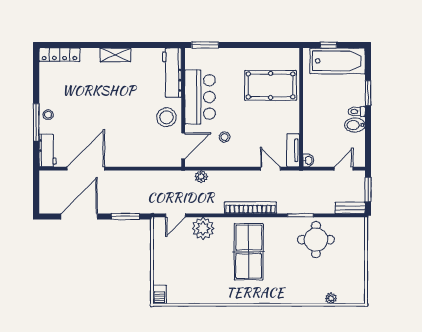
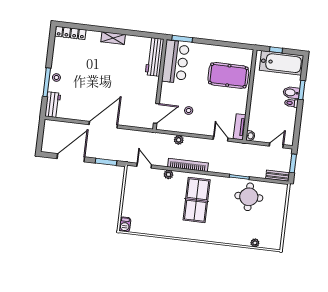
bar counter: (200, 97) -> (176, 62), moved
stool: (167, 117) -> (146, 90), removed
bidet: (355, 125) -> (291, 93), moved
door: (86, 169) -> (103, 125), moved
plant: (201, 177) -> (179, 140), moved
bookcase: (250, 208) -> (188, 165), moved
door: (175, 215) -> (144, 166), swing flipped
plant: (203, 228) -> (168, 174), width x0.53, depth x0.53

